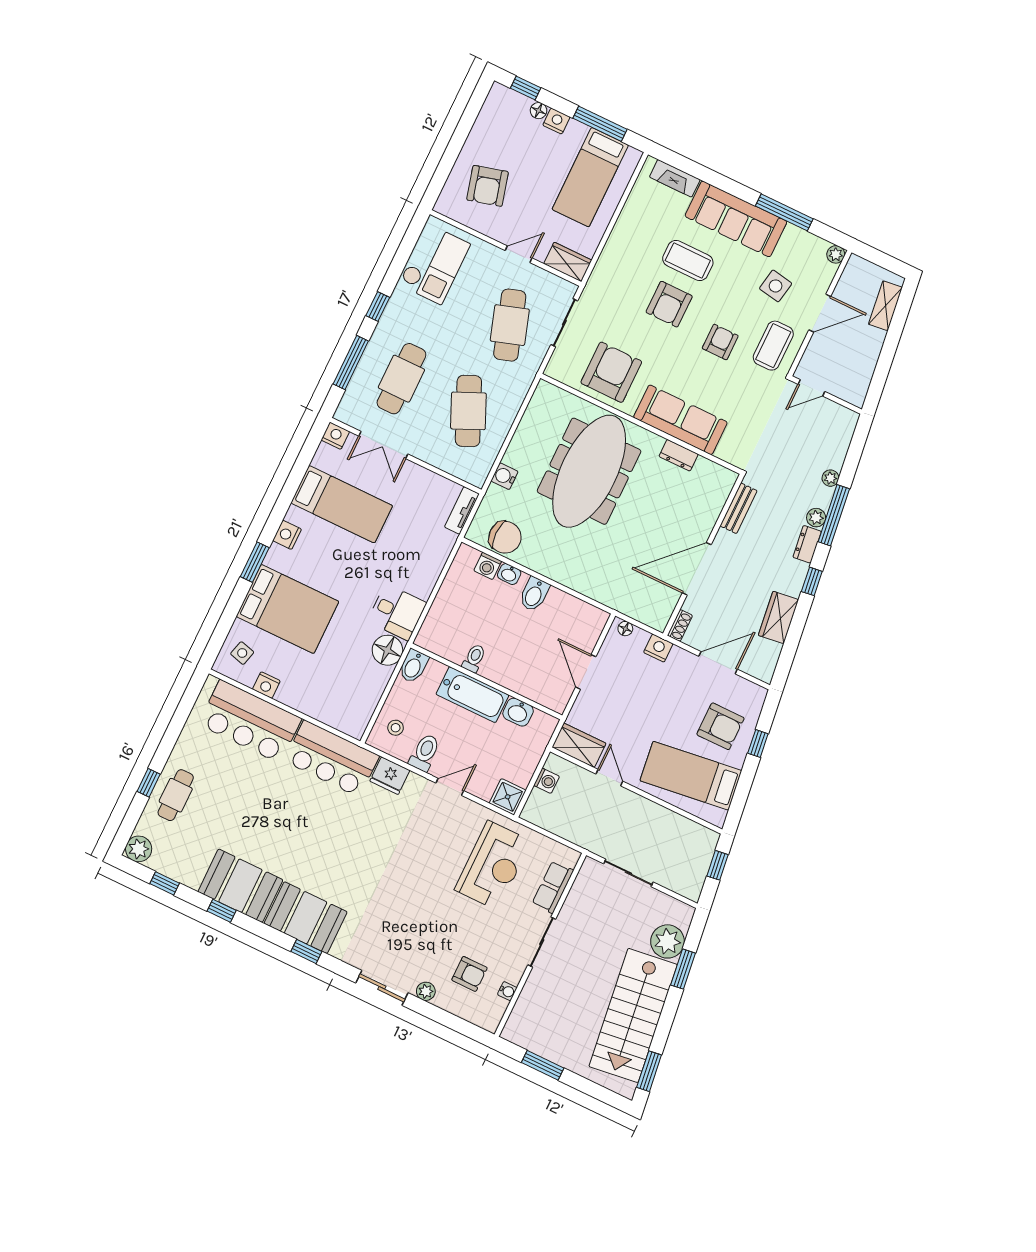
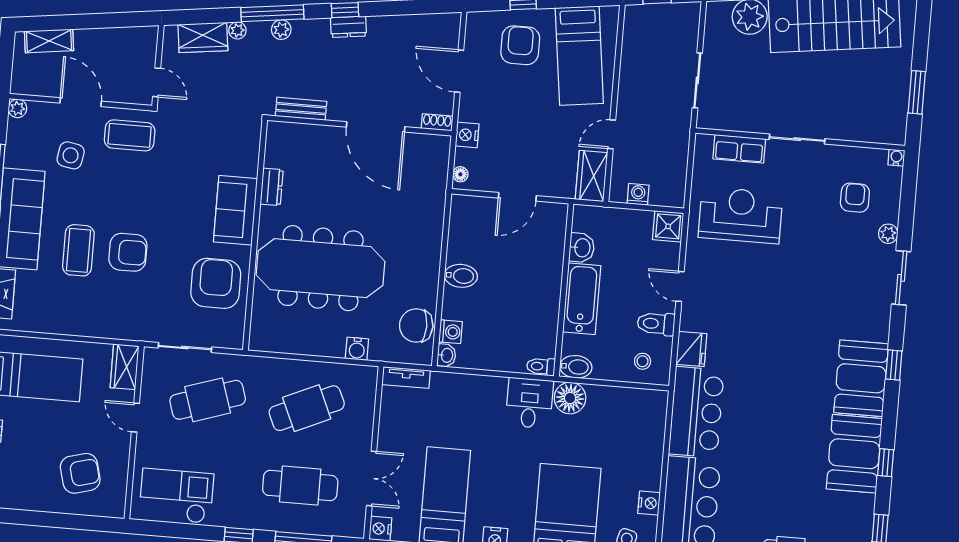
armchair: (720, 342) -> (146, 188), removed
armchair: (611, 372) -> (216, 283), turned 90
sofa: (680, 420) -> (235, 210), width x0.73
chair: (505, 537) -> (416, 326), turned -90
dresser: (807, 544) -> (349, 27), moved
washbasin: (509, 574) -> (446, 355), moved
wardrobe: (778, 618) -> (203, 37), moved
toilet: (474, 658) -> (541, 366), moved
water cooler: (507, 991) -> (896, 158), moved

